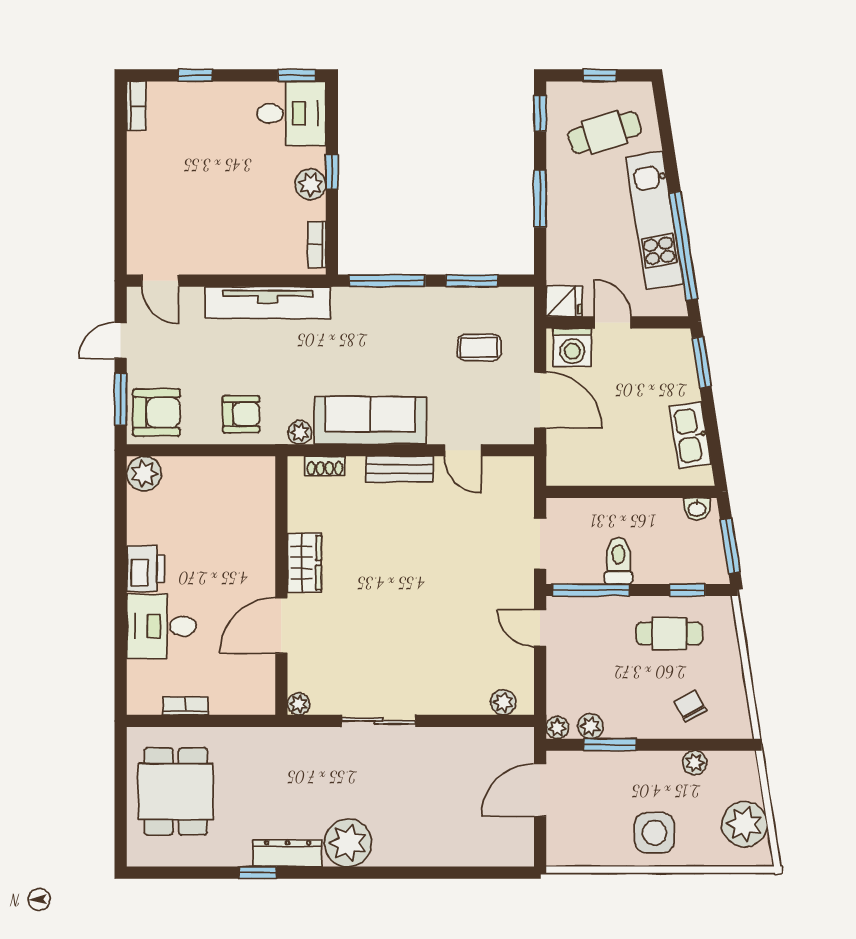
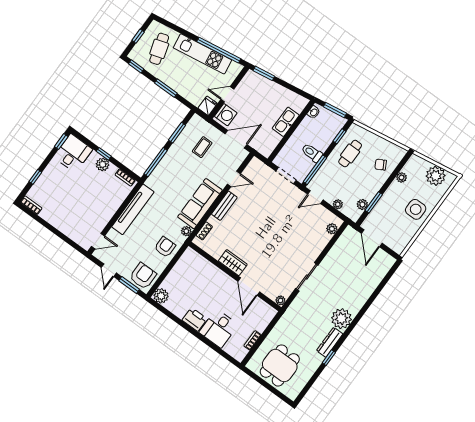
kitchen sink: (690, 435) -> (286, 122), moved, turned 99
plant: (557, 727) -> (338, 204), moved
dining table: (176, 791) -> (280, 365), turned 90

